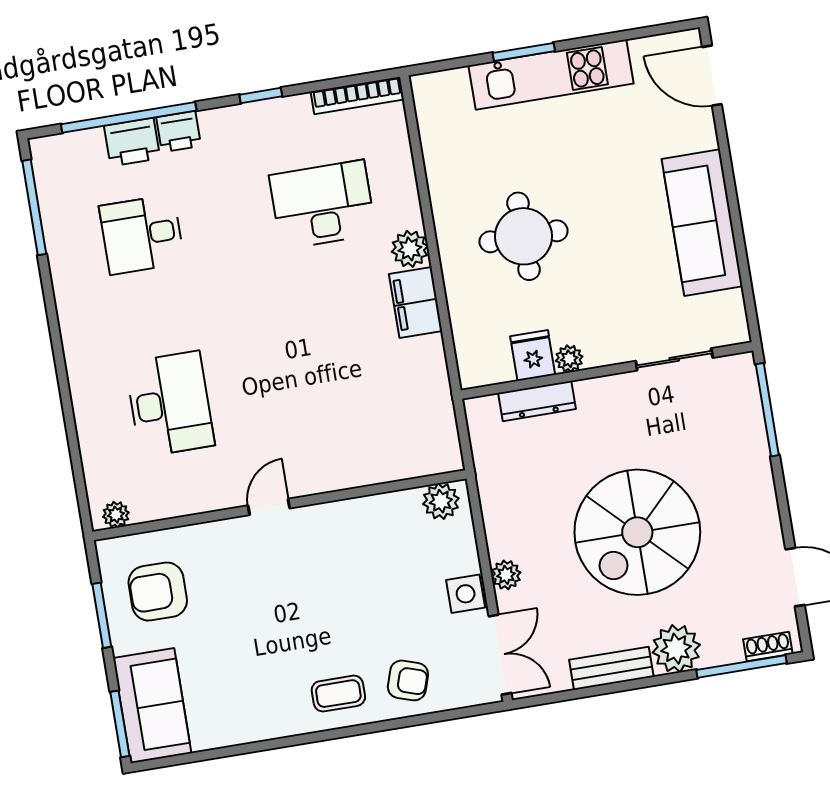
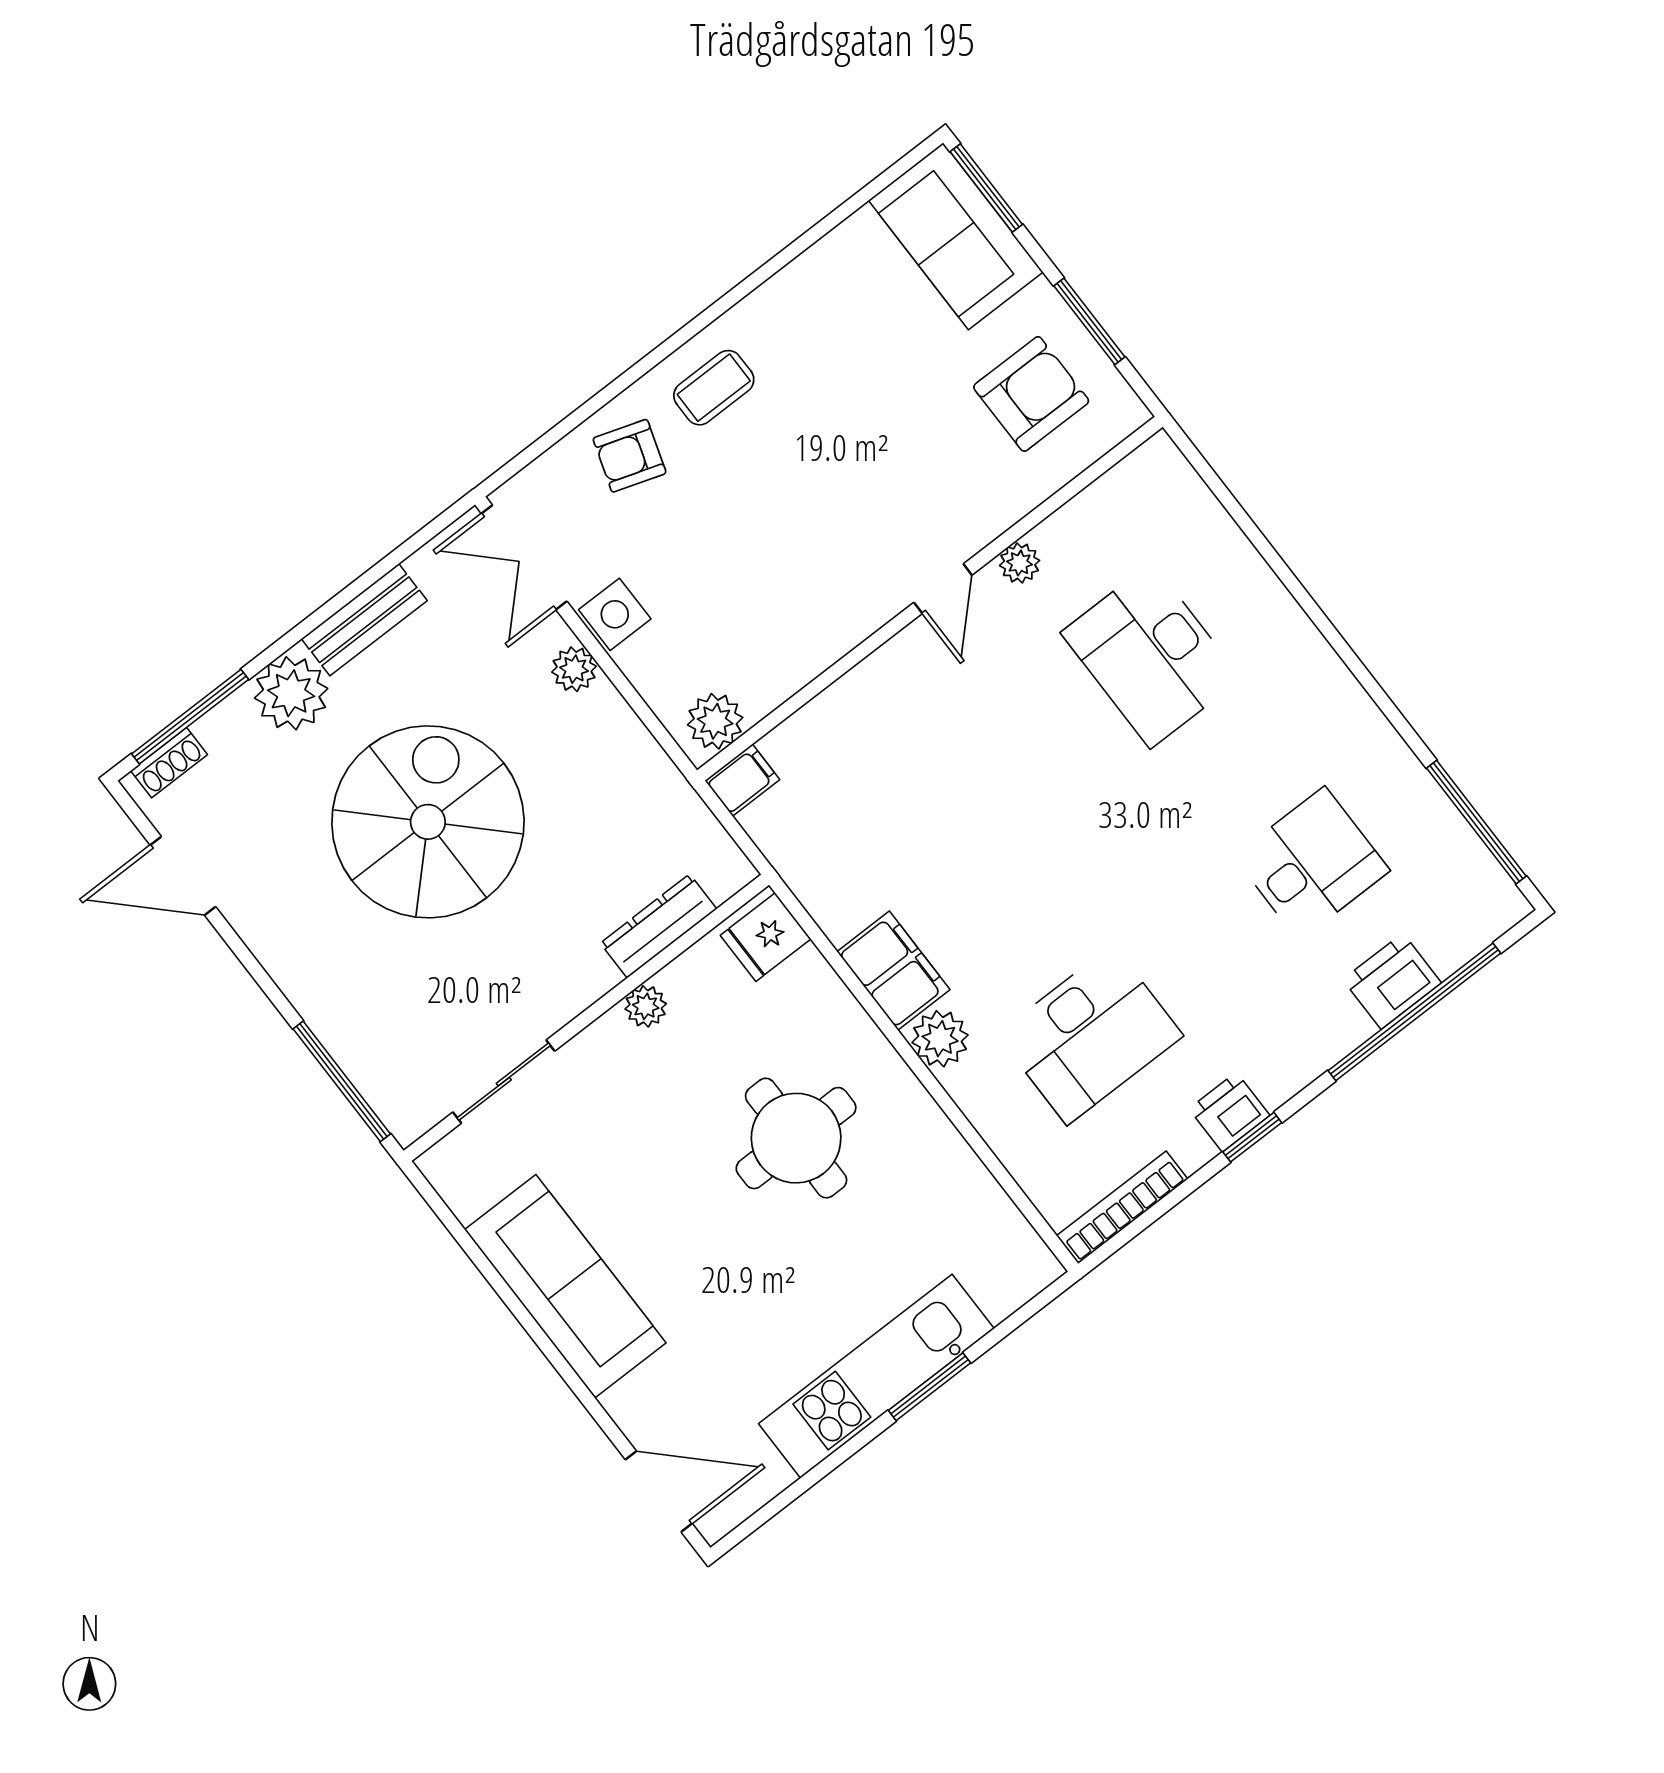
printer: (179, 132) -> (1229, 1112), moved
fridge: (533, 356) -> (766, 937), moved, turned 90
filing cabinet: (444, 459) -> (742, 780), added
plant: (116, 515) -> (1020, 563), moved

